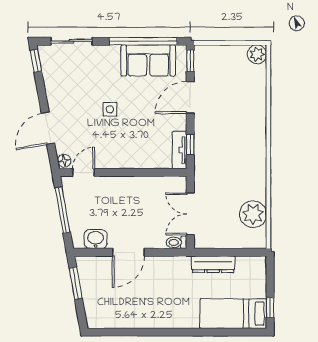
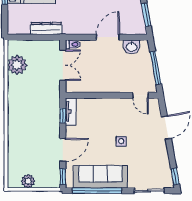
plant: (257, 54) -> (28, 181), moved
sofa: (148, 60) -> (100, 177), width x1.36
floor lamp: (64, 161) -> (155, 104), removed
door: (84, 172) -> (140, 95), hinge flipped

